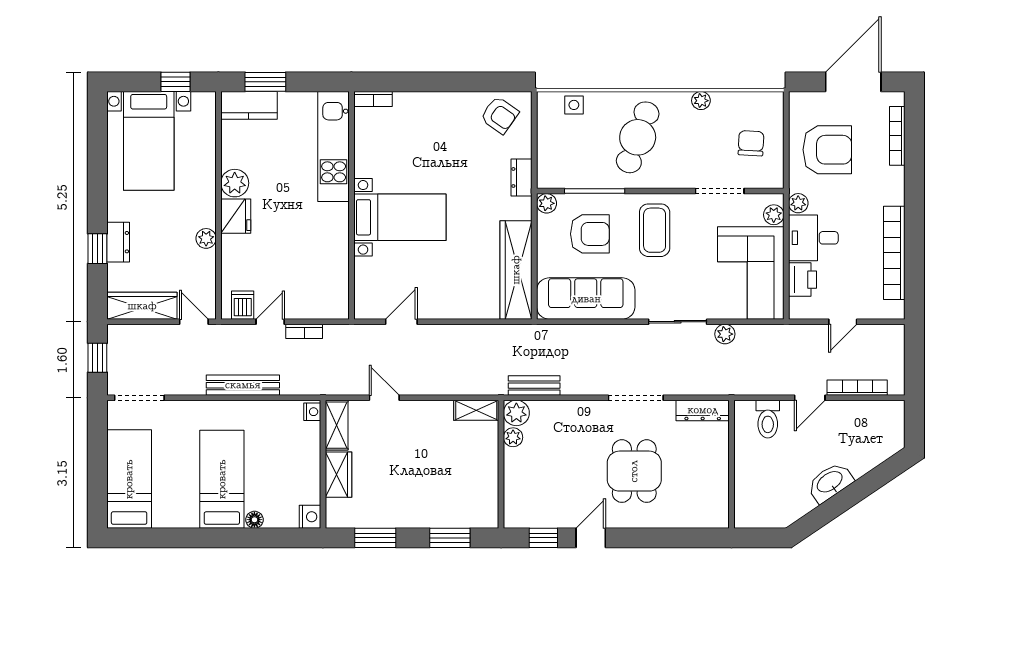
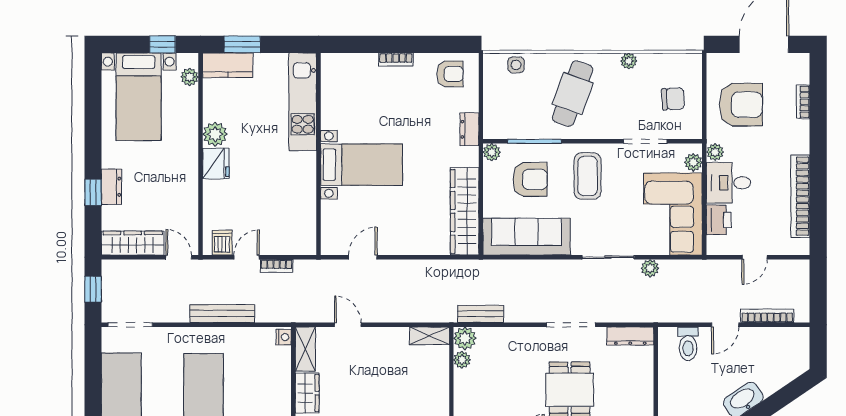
bookcase: (373, 99) -> (396, 60), moved
armchair: (499, 115) -> (450, 74), turned -35
bookcase: (897, 136) -> (803, 102), width x0.64
chair: (751, 143) -> (673, 99), turned 84
plant: (206, 238) -> (190, 77), moved

